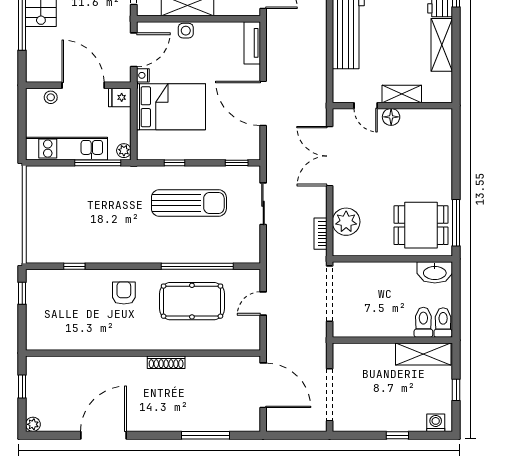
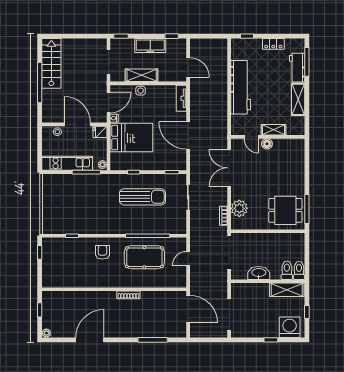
washbasin: (435, 272) -> (259, 273), moved, turned 180
washing machine: (436, 423) -> (290, 327), width x1.89, depth x1.89

